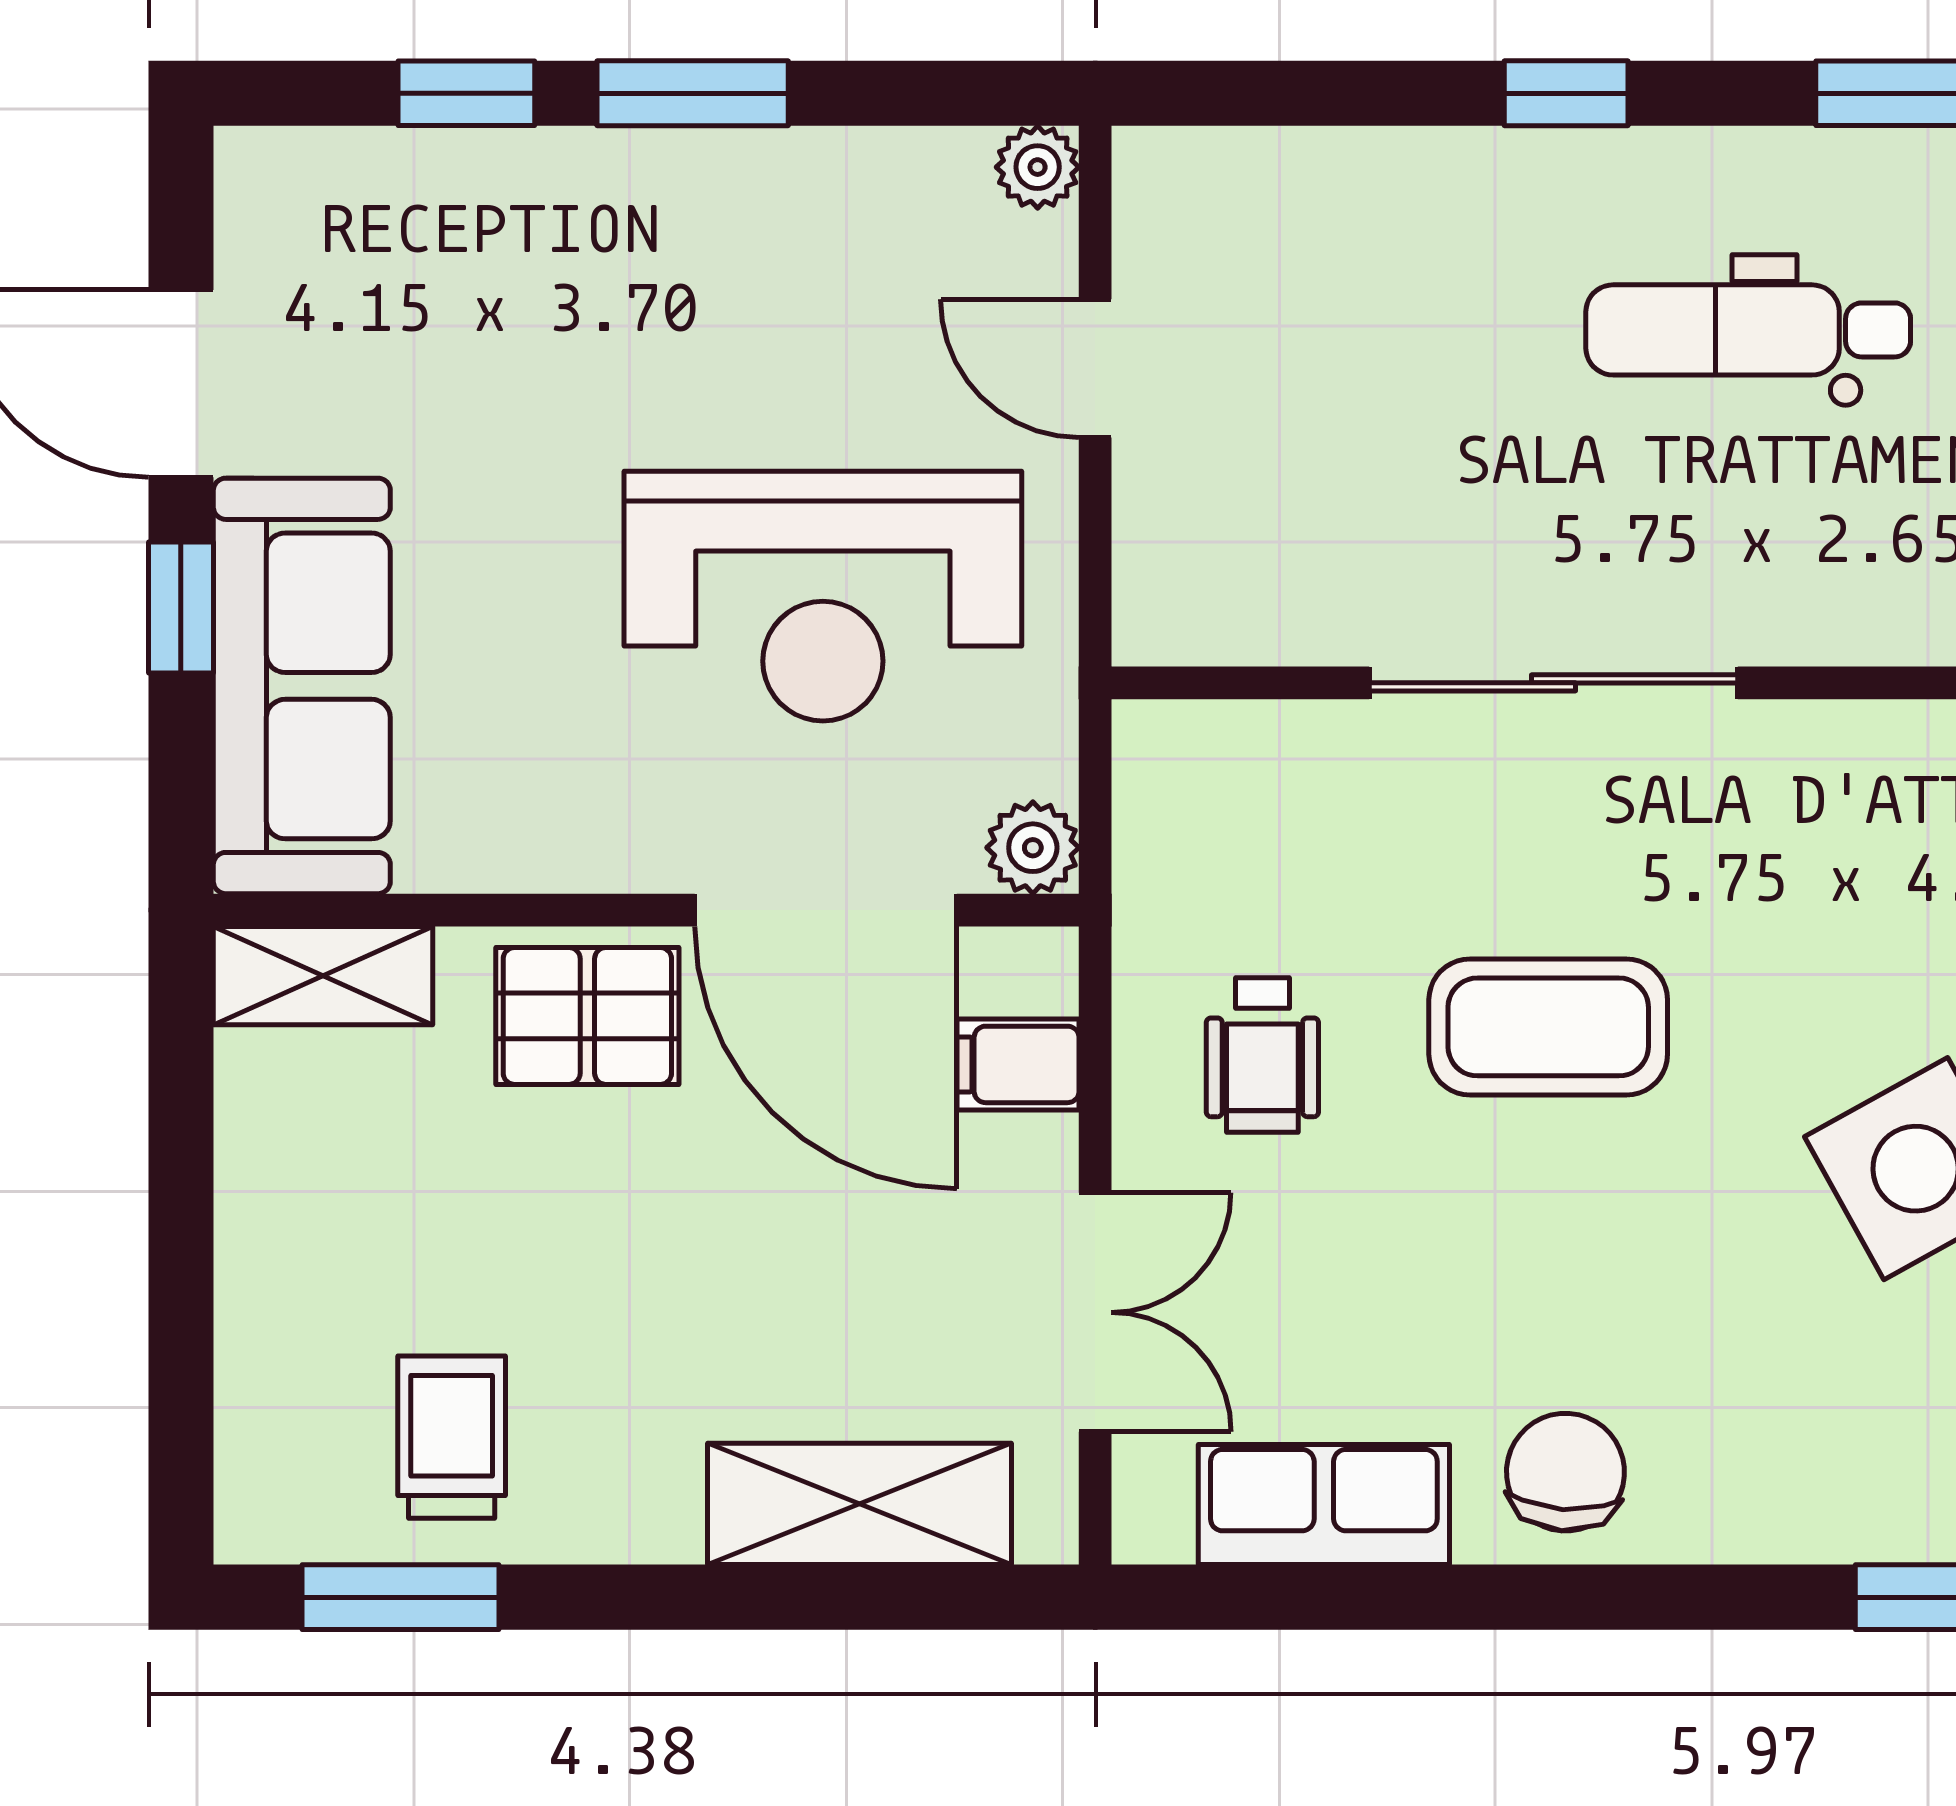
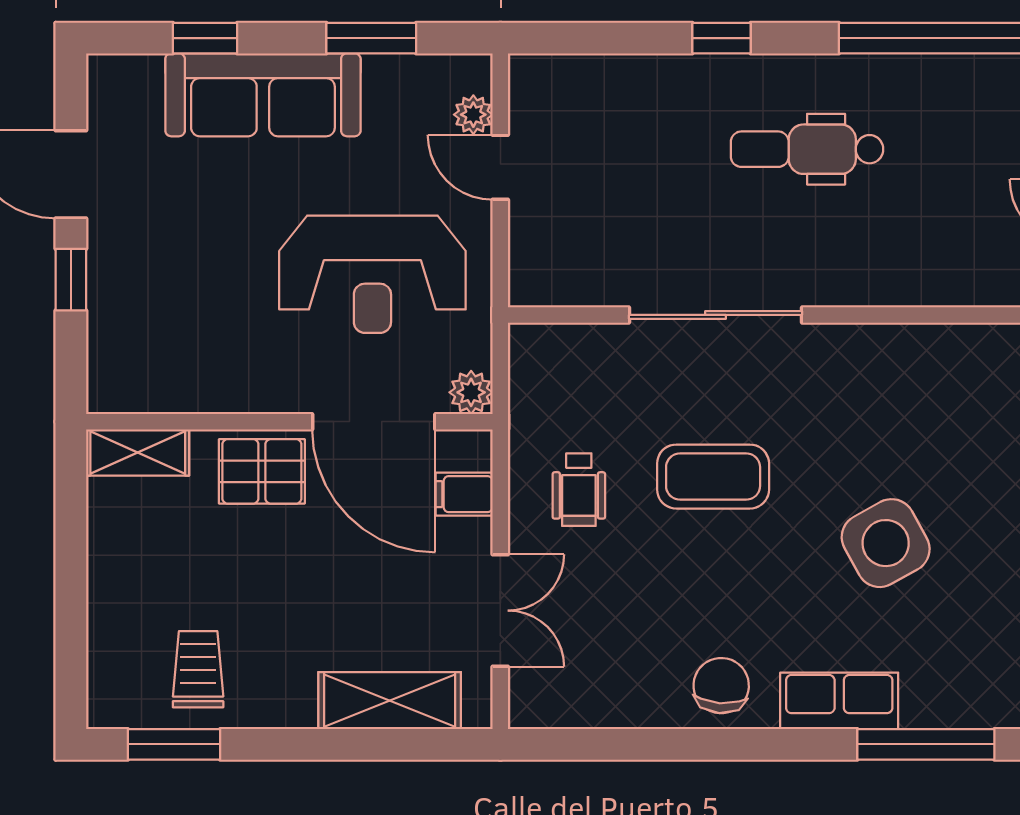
window: (693, 93) -> (371, 38), moved
plant: (1038, 167) -> (473, 115), moved
sofa: (302, 686) -> (263, 95), moved, turned 90
row of seats: (1324, 1505) -> (839, 701), moved

